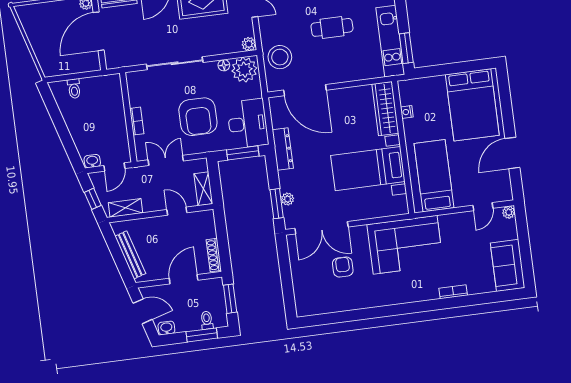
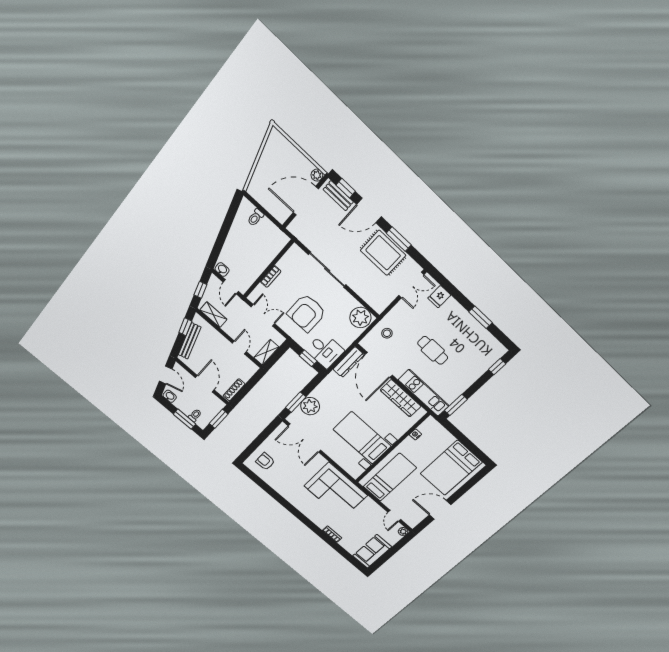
kitchen unit: (390, 41) -> (424, 393), moved, turned 90
plant: (249, 44) -> (379, 307), removed
stool: (280, 57) -> (387, 333), width x0.53, depth x0.53
floor lamp: (224, 65) -> (352, 302), removed
wardrobe: (385, 109) -> (401, 398), moved, turned -90
desk: (248, 124) -> (325, 350), width x0.73
dresser: (283, 149) -> (349, 362), moved
window: (243, 153) -> (308, 358), width x0.67
door: (114, 167) -> (231, 287), hinge flipped
plant: (288, 199) -> (310, 406), width x1.88, depth x1.88
door: (483, 207) -> (394, 516), hinge flipped
window: (114, 246) -> (185, 327), added
armchair: (343, 267) -> (265, 461), moved, turned -90
door: (184, 279) -> (205, 384), hinge flipped

